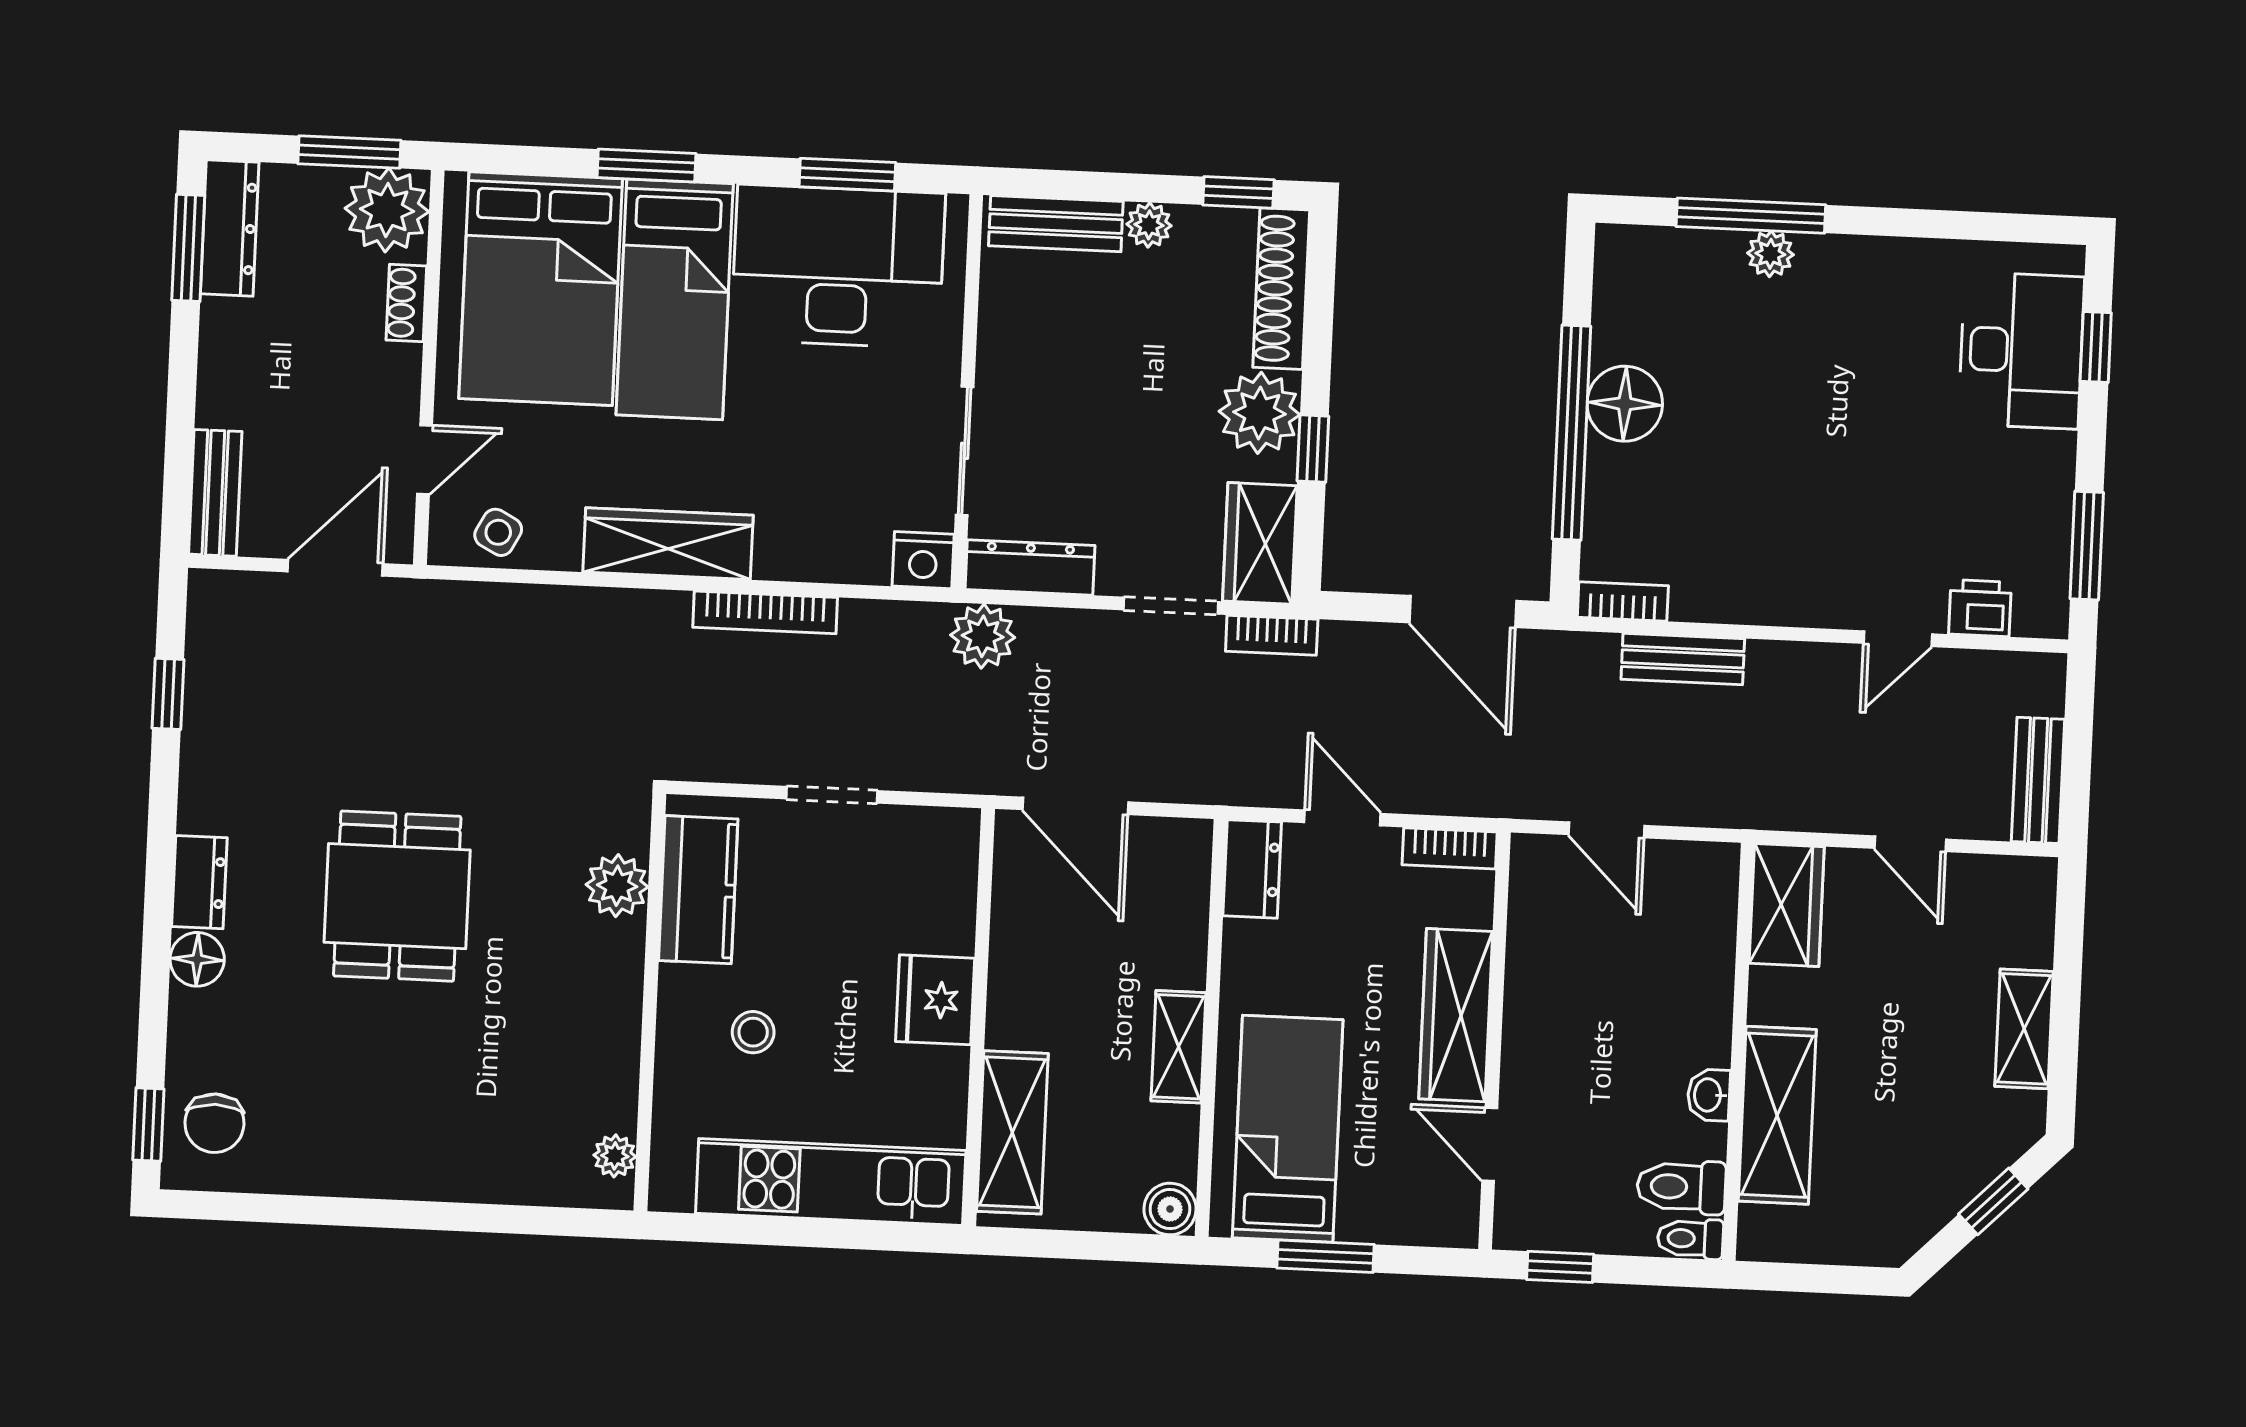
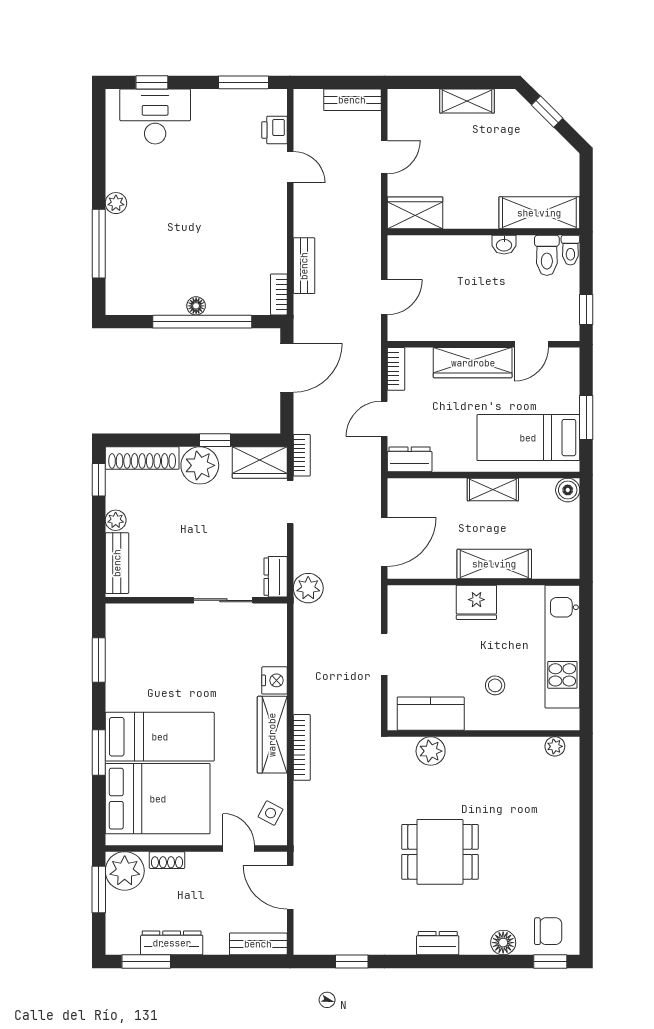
dresser: (230, 228) -> (172, 943), moved
plant: (1770, 254) -> (116, 203), moved
desk: (838, 266) -> (141, 662), removed
floor lamp: (1625, 404) -> (196, 306), width x0.53, depth x0.53
nightstand: (923, 560) -> (274, 680), moved
dresser: (1030, 567) -> (276, 577), width x0.70
bookcase: (765, 612) -> (302, 747), moved
floor lamp: (197, 959) -> (503, 943), moved
shelving: (1777, 1115) -> (539, 213), moved
shelving: (1012, 1132) -> (494, 564), moved

